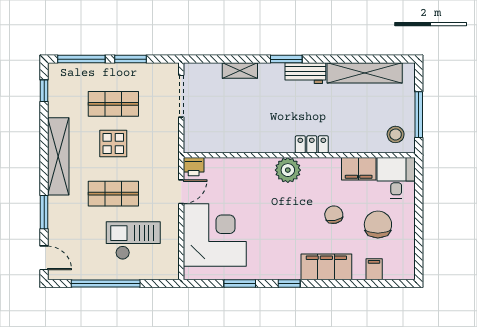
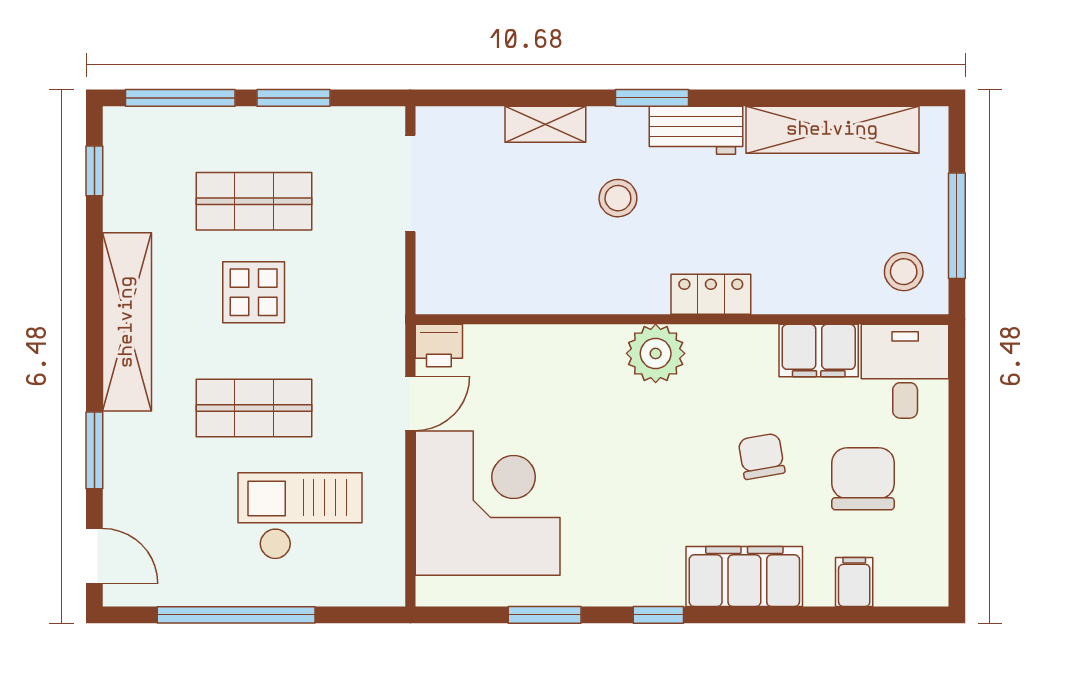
stool: (271, 103) -> (618, 198), added

